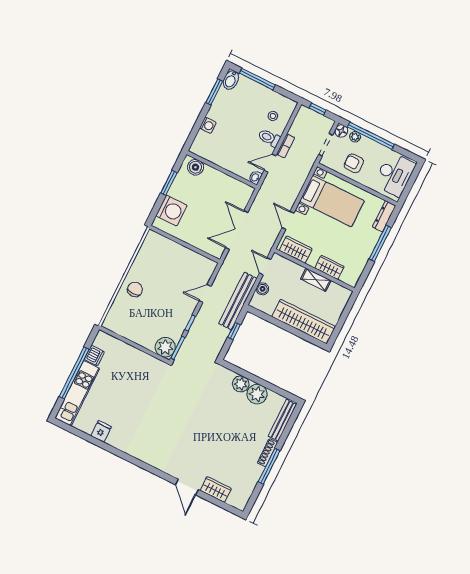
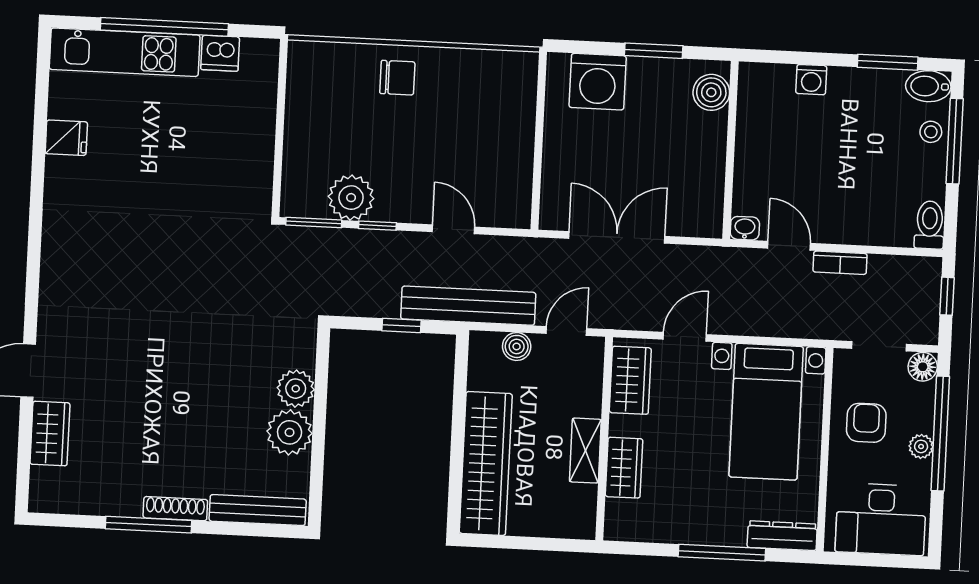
stool: (273, 116) -> (931, 132), moved
plant: (355, 137) -> (921, 446), moved
toilet: (269, 138) -> (930, 225), moved
plant: (165, 347) -> (351, 198), moved

